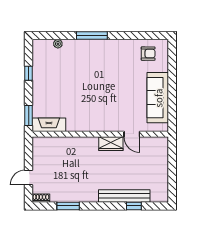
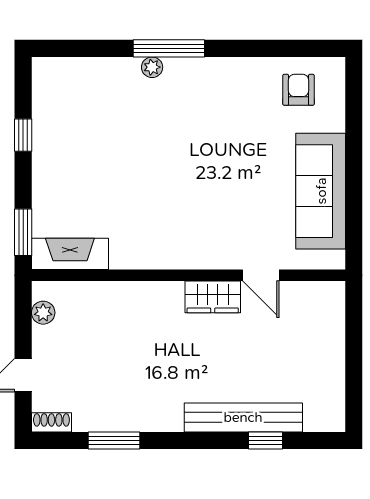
plant: (58, 44) -> (152, 67), moved
armchair: (148, 54) -> (299, 90), turned -90
plant: (37, 150) -> (43, 313), added

